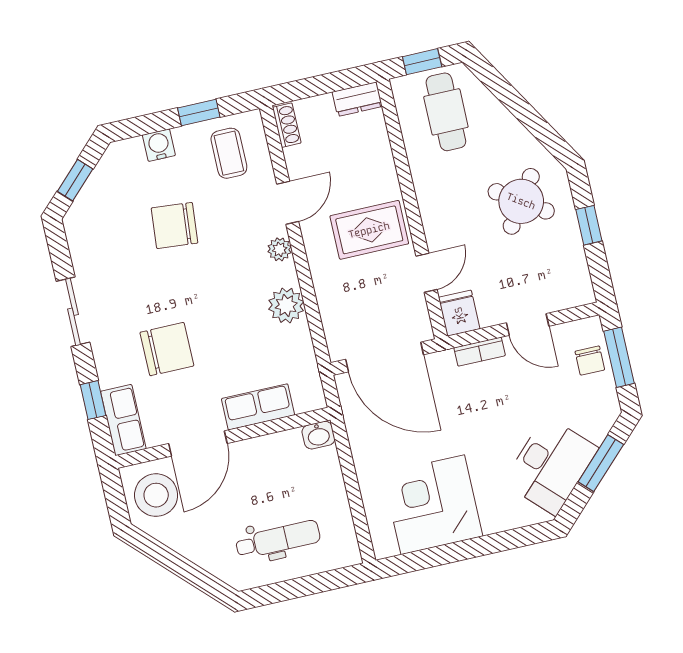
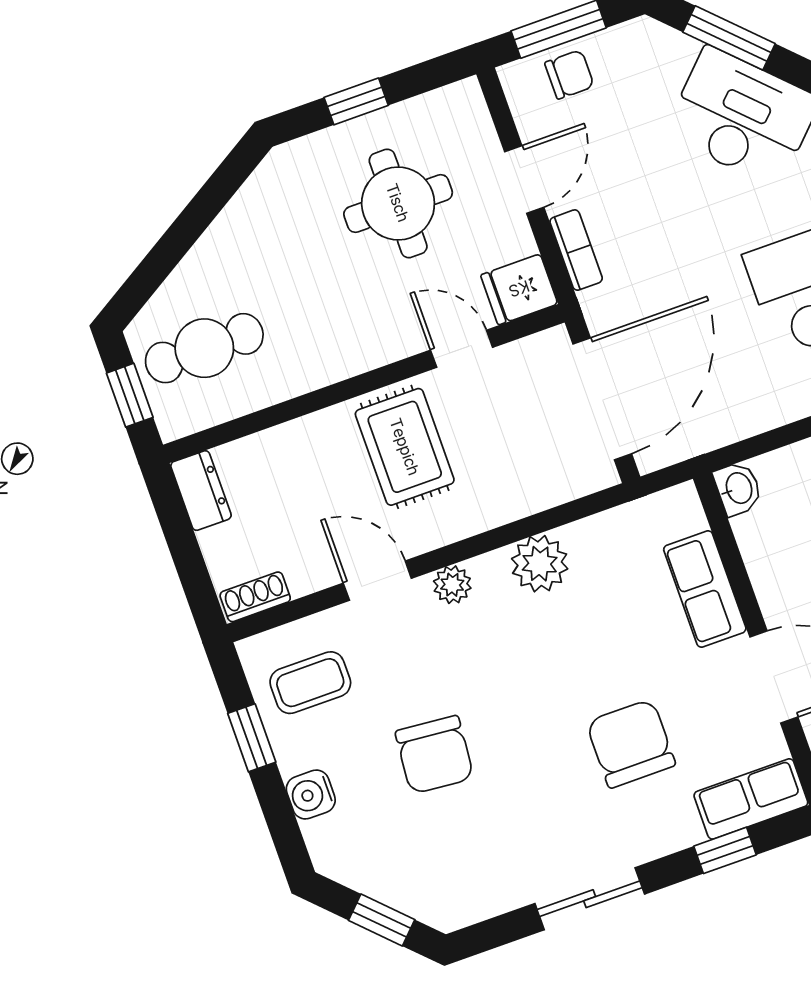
round table: (521, 201) -> (398, 203), moved, turned -34

